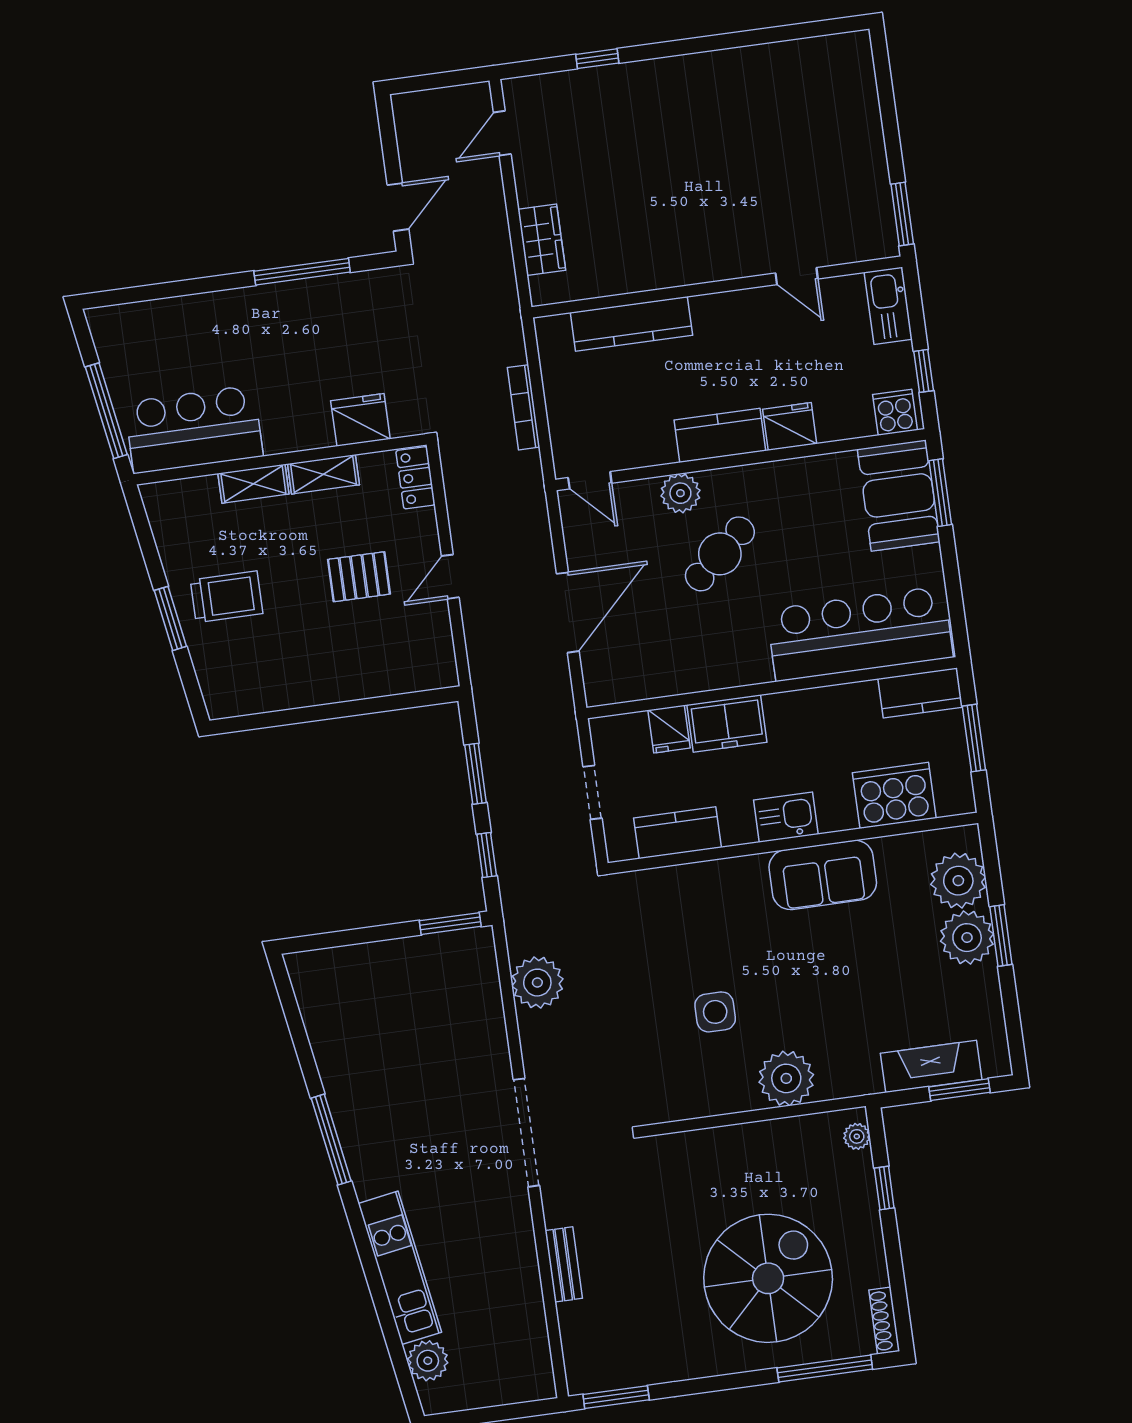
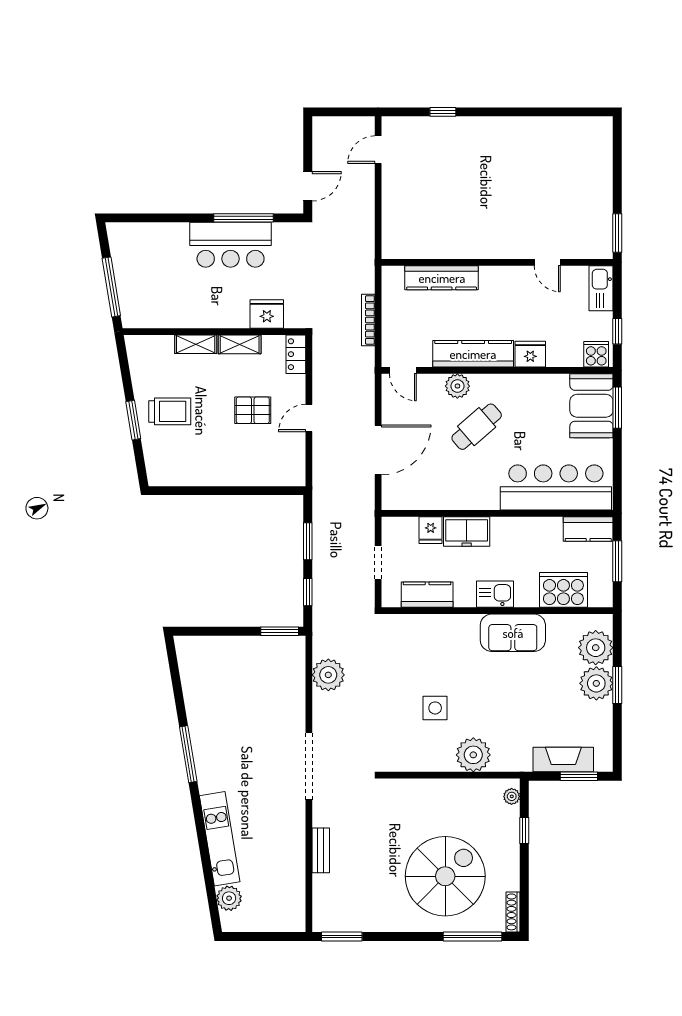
wardrobe: (542, 240) -> (393, 218), removed
bar counter: (194, 429) -> (231, 245), moved, turned 180
kitchen counter: (720, 435) -> (473, 354), width x1.50

